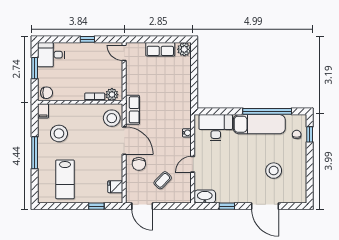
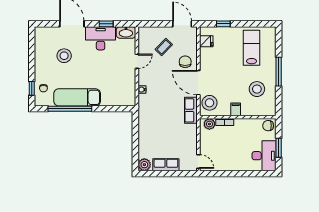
window: (87, 39) -> (231, 174), removed
desk: (51, 55) -> (264, 156), width x1.37
filing cabinet: (43, 111) -> (236, 109), moved
desk: (216, 128) -> (101, 38), moved, turned 180

